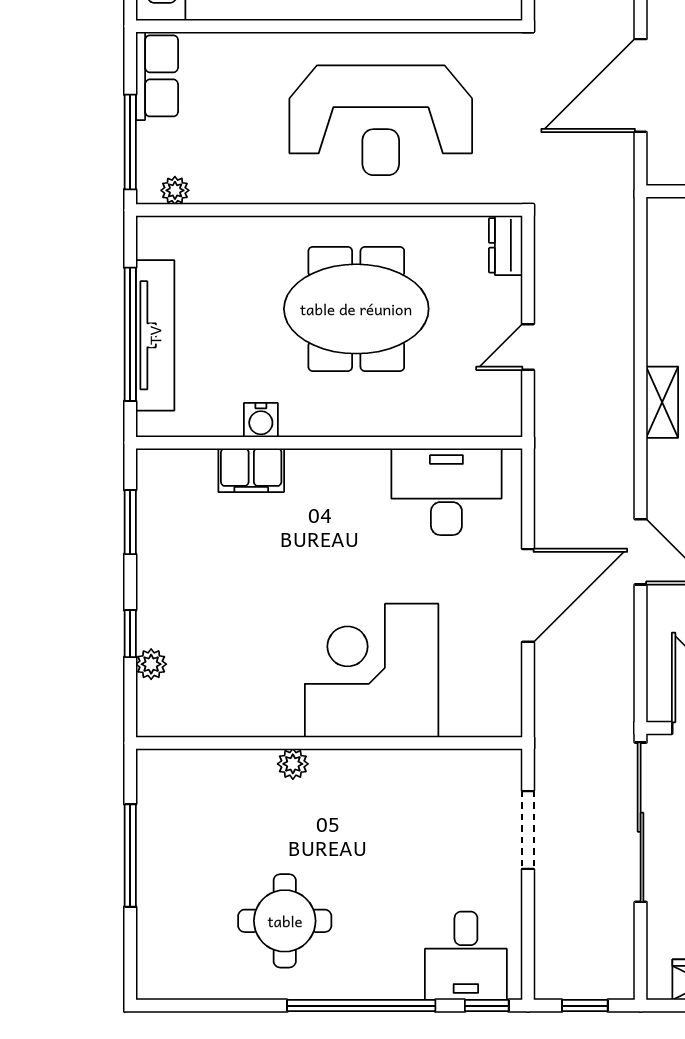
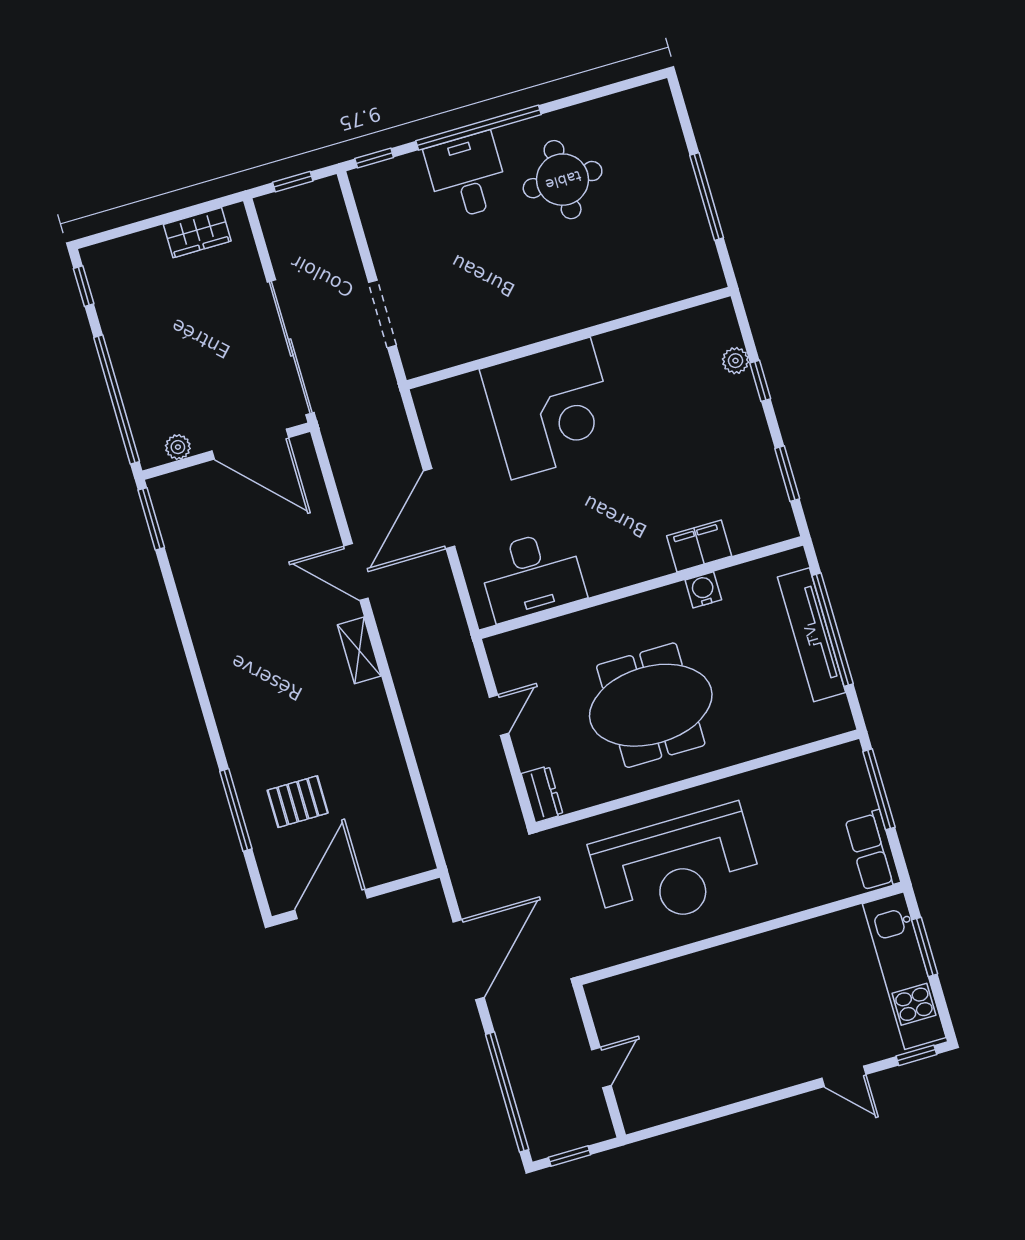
reception desk: (381, 120) -> (676, 868), turned 180
plant: (175, 190) -> (830, 760), removed
shelving: (662, 402) -> (359, 650), moved
plant: (293, 764) -> (594, 312), removed
desk: (466, 956) -> (467, 176), moved

